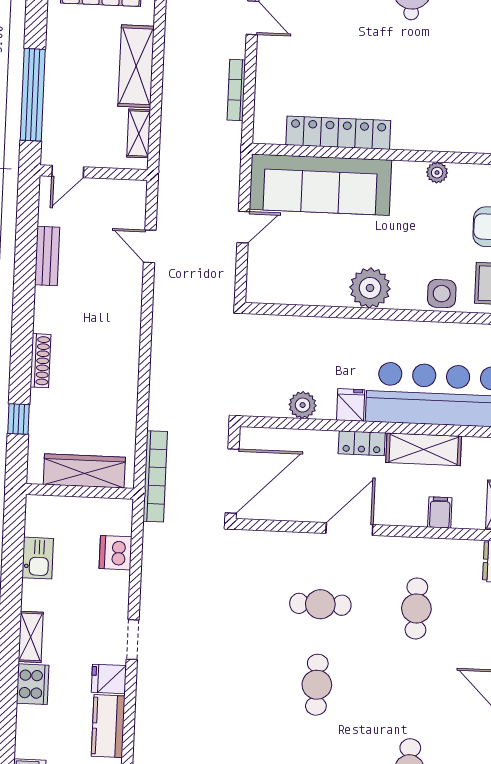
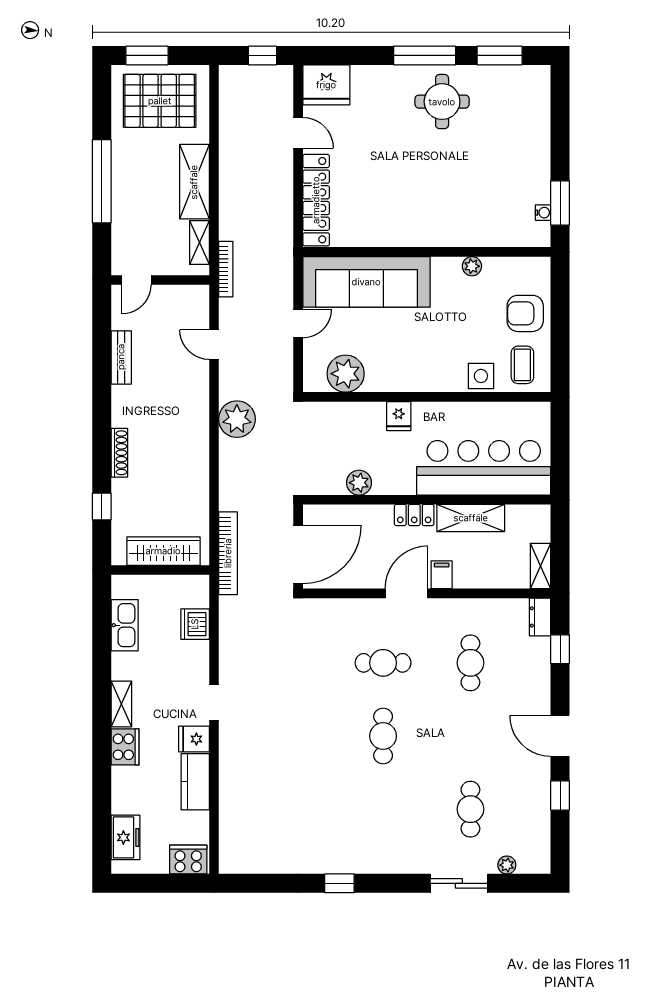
bookcase: (236, 90) -> (226, 269), moved, turned 180
window: (33, 95) -> (102, 181), moved
locker: (338, 133) -> (316, 200), moved, turned 90
plant: (370, 288) -> (346, 374), moved
plant: (171, 329) -> (237, 419), added
fridge: (351, 405) -> (399, 416), moved, turned 180
filing cabinet: (440, 512) -> (442, 575), moved
kitchen sink: (38, 558) -> (125, 625), width x1.38

